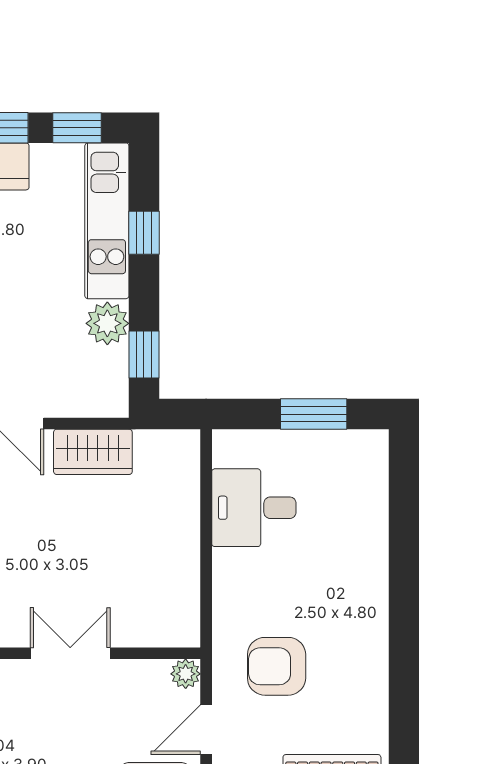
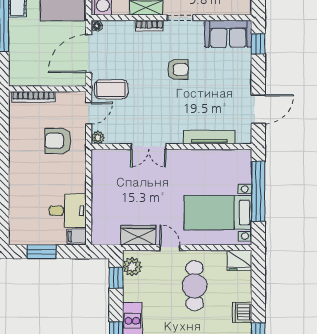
plant: (107, 323) -> (132, 267), moved
filing cabinet: (234, 449) -> (77, 236), added
armchair: (277, 666) -> (58, 141), turned 180

